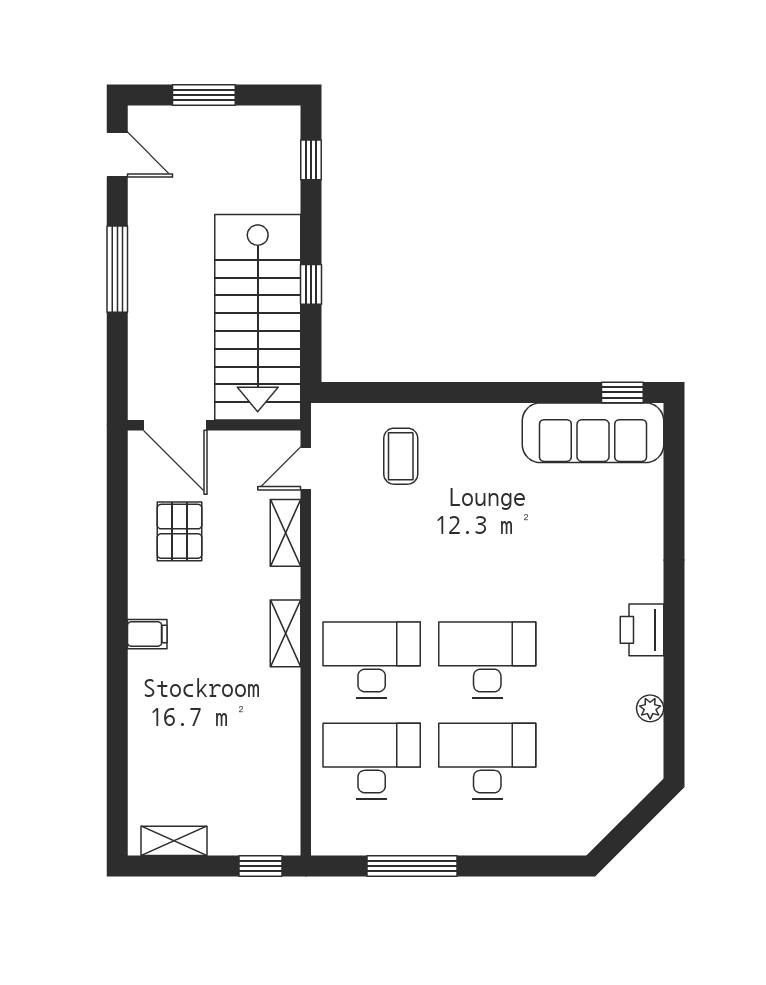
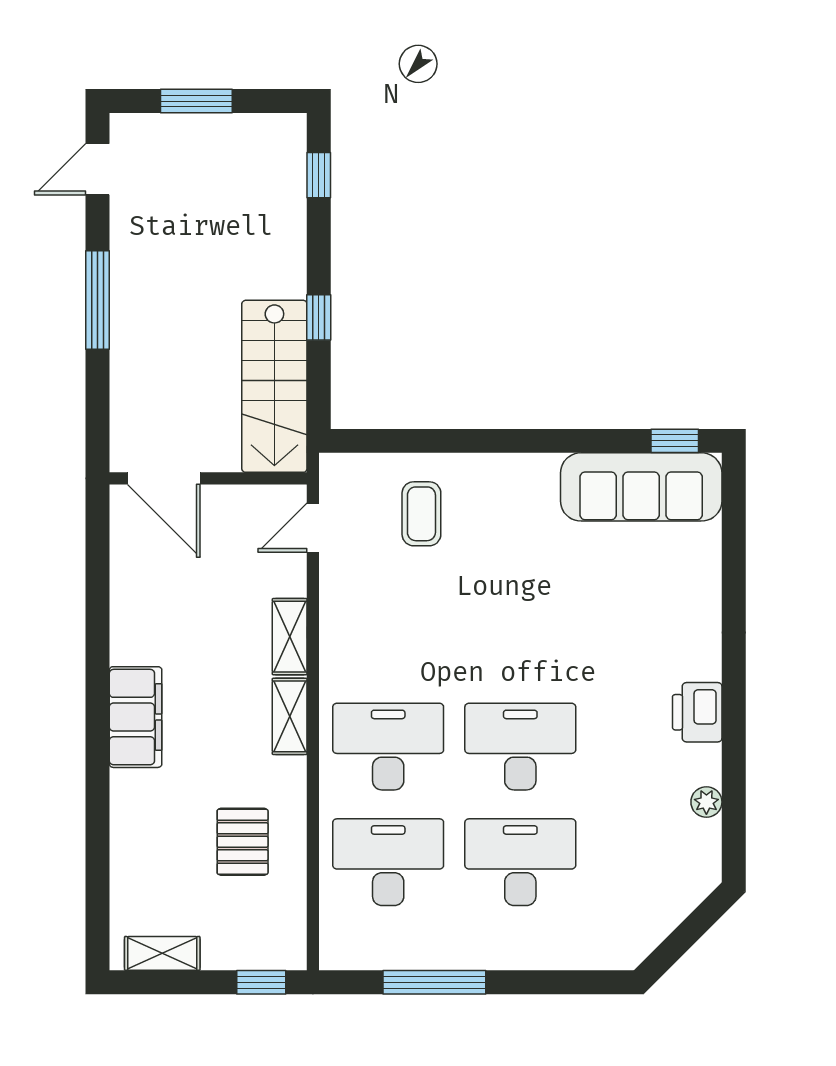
door: (117, 155) -> (97, 169), swing flipped
stairs: (258, 317) -> (274, 386), width x0.73, depth x0.66
pallet: (180, 531) -> (243, 842), moved
shelving: (285, 533) -> (290, 637), moved
filing cabinet: (147, 634) -> (136, 717), width x3.00, depth x1.17

